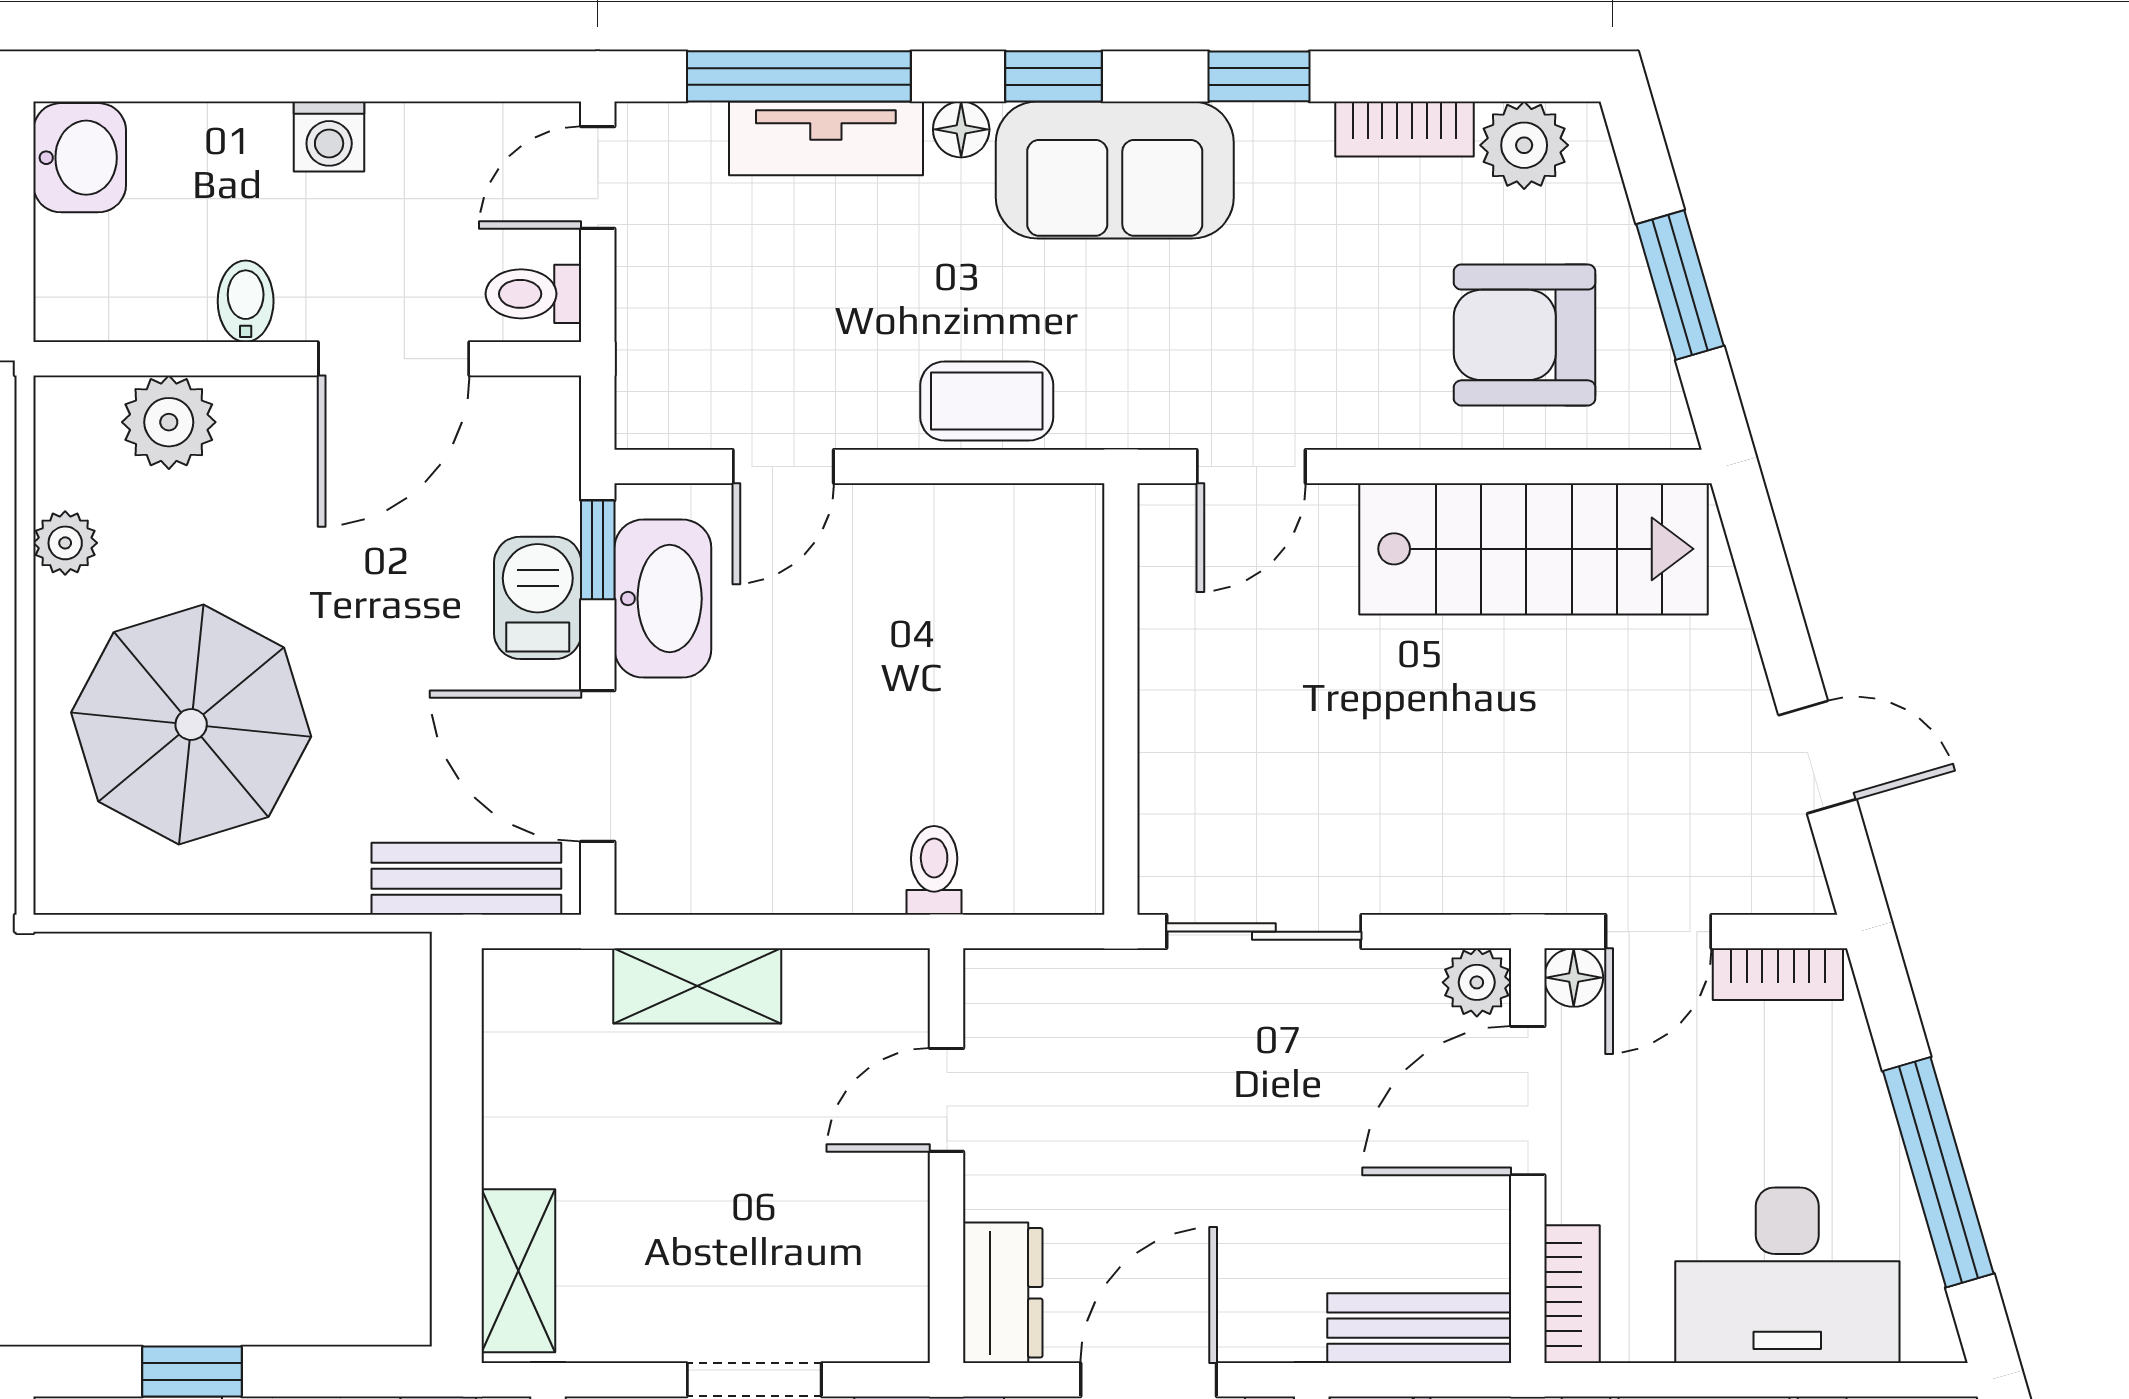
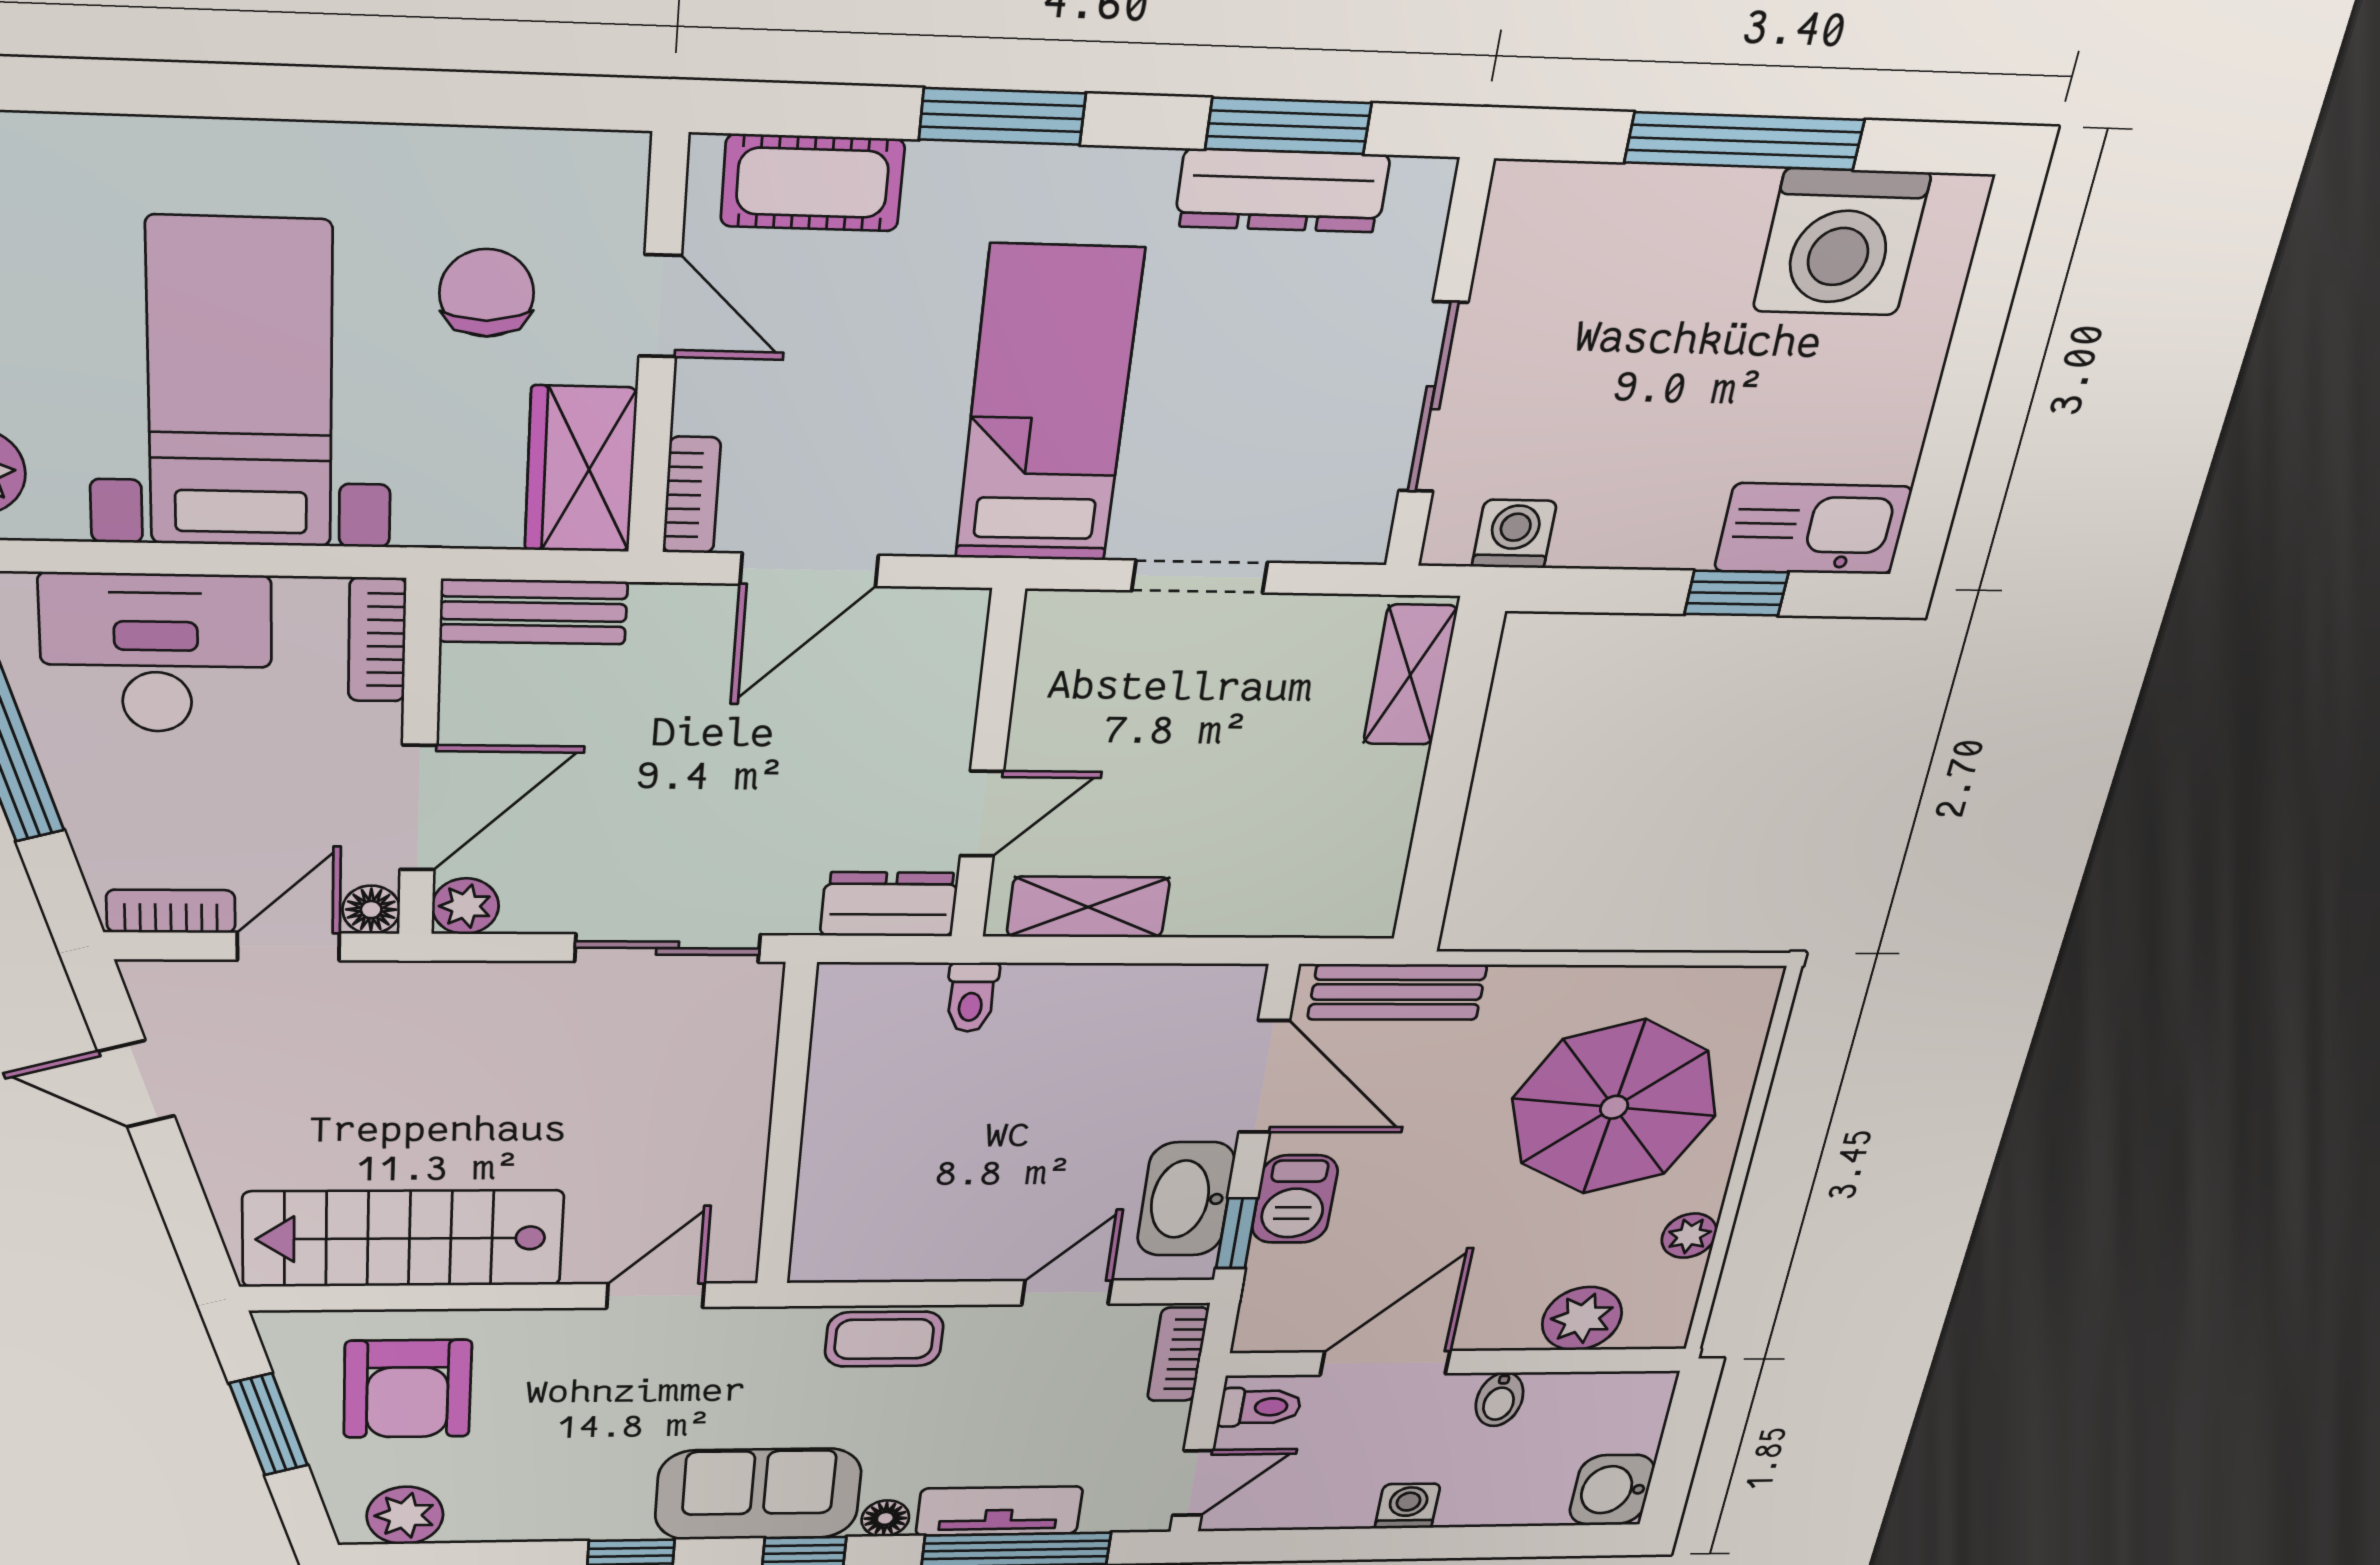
bookcase: (1404, 129) -> (1178, 1354), moved, turned -90
armchair: (1525, 335) -> (408, 1389), turned 90
shelving: (697, 986) -> (1088, 907), moved
dresser: (1003, 1293) -> (889, 904), moved, turned 90

